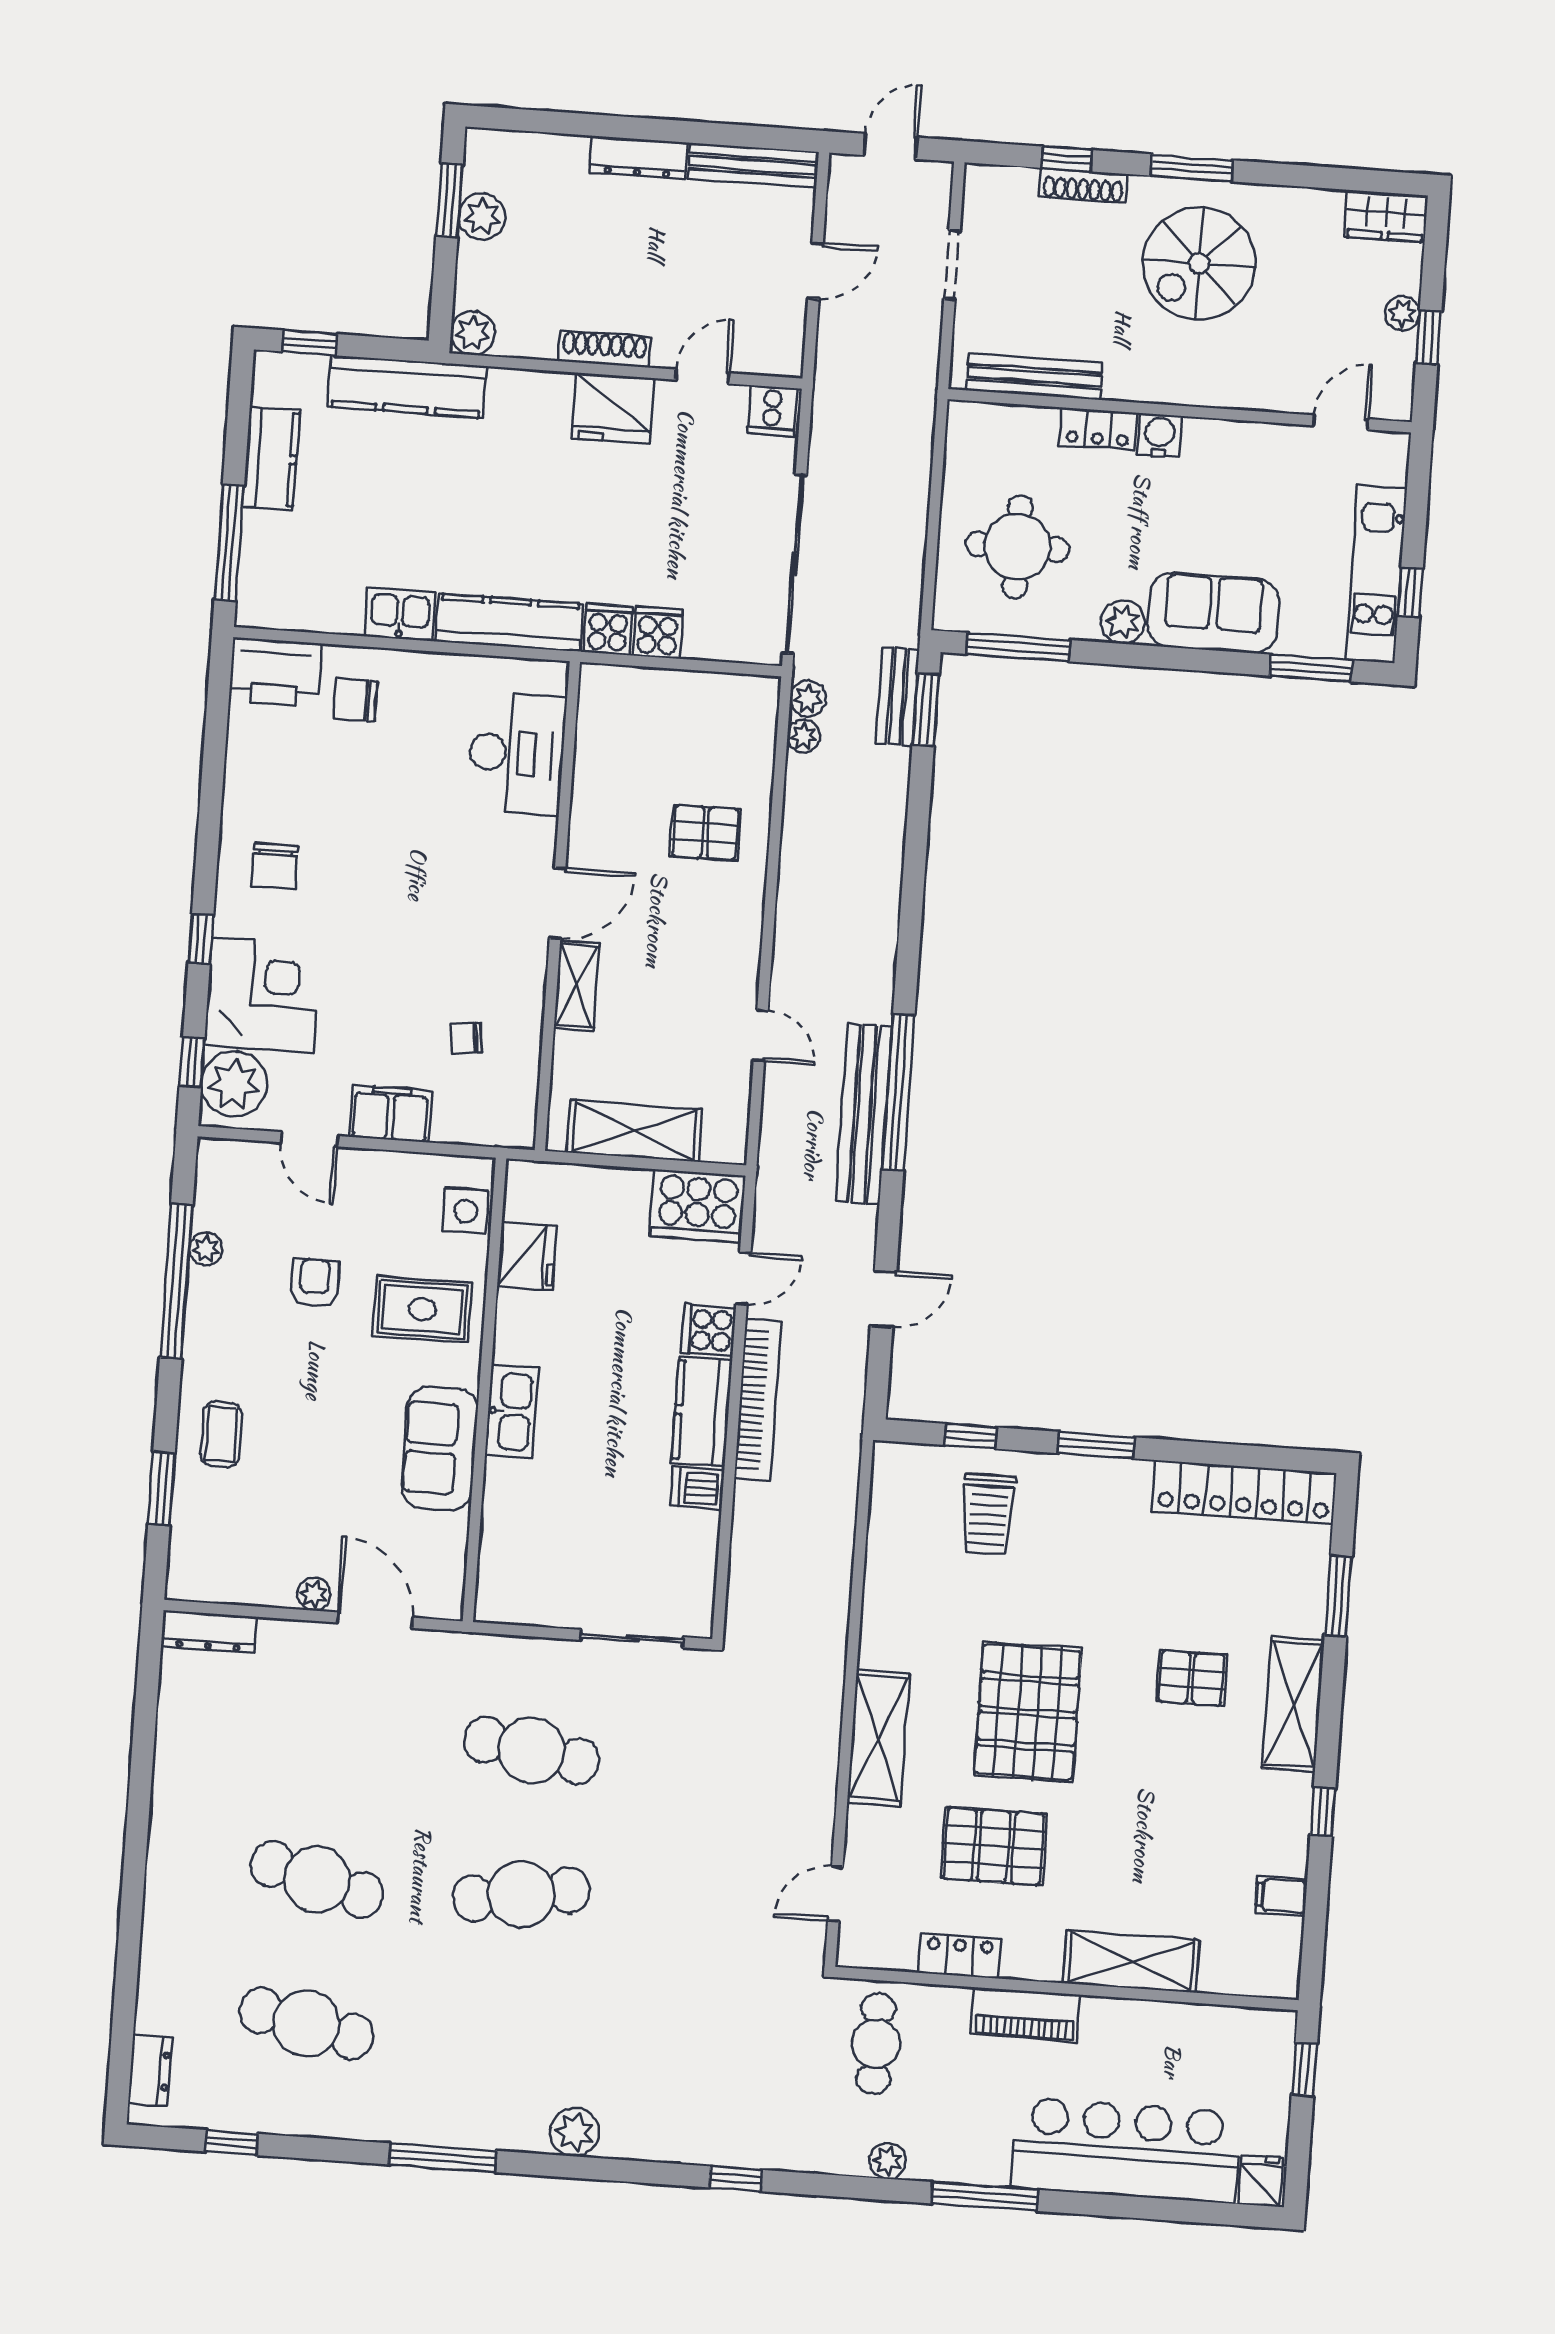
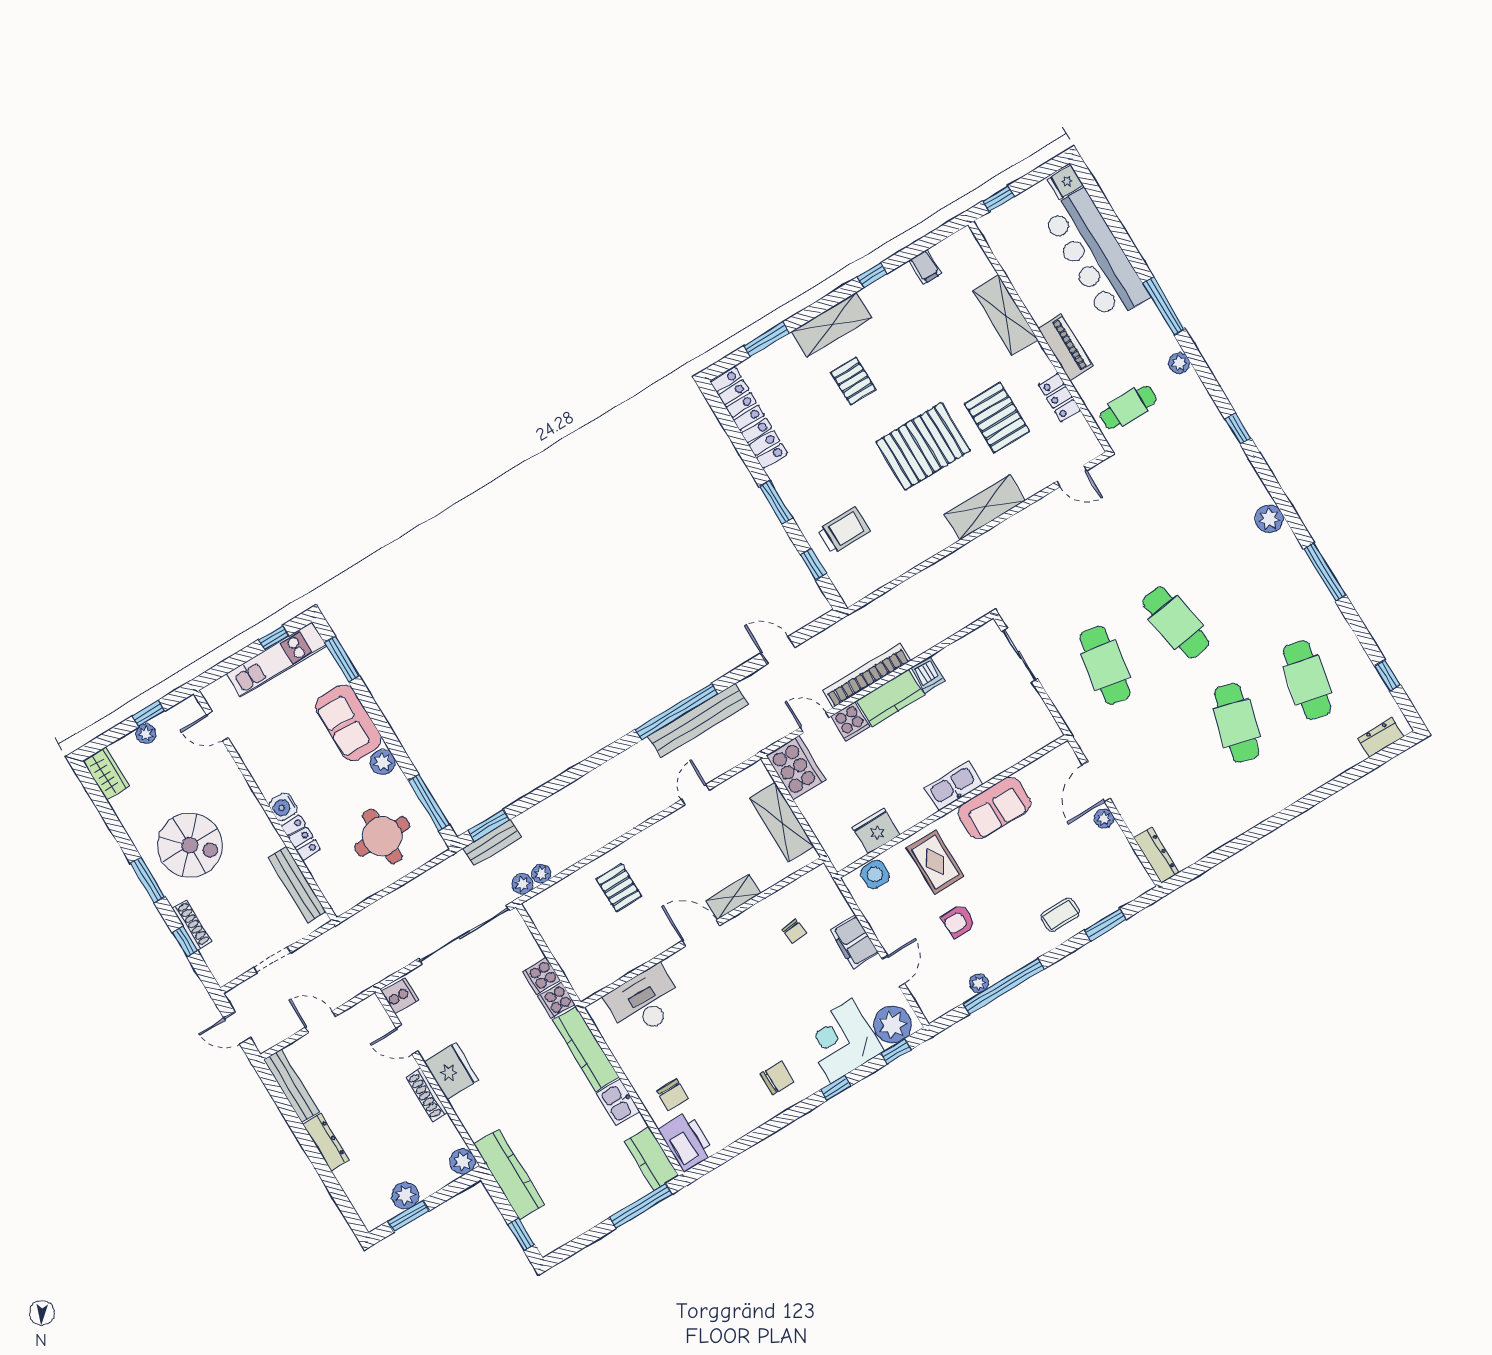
kitchen counter: (271, 458) -> (652, 1159), moved, turned -90

